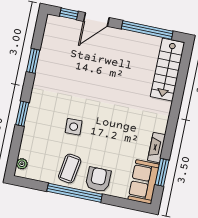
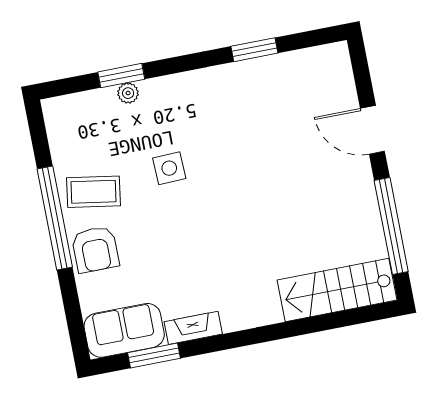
window: (69, 14) -> (362, 78), removed
window: (22, 114) -> (121, 76), moved
plant: (22, 164) -> (128, 93), moved
armchair: (98, 179) -> (95, 249), turned 90

